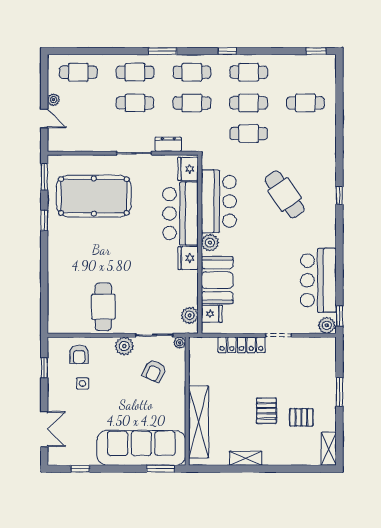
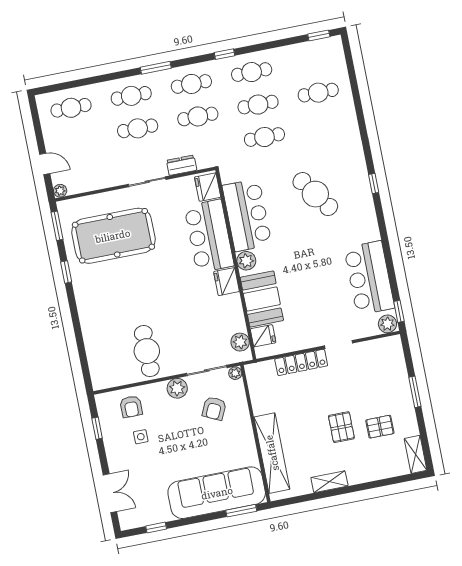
plant: (53, 100) -> (60, 191), moved

